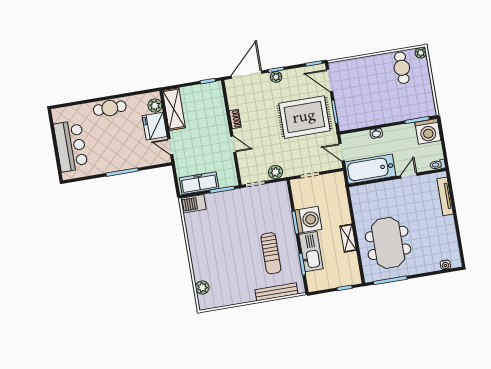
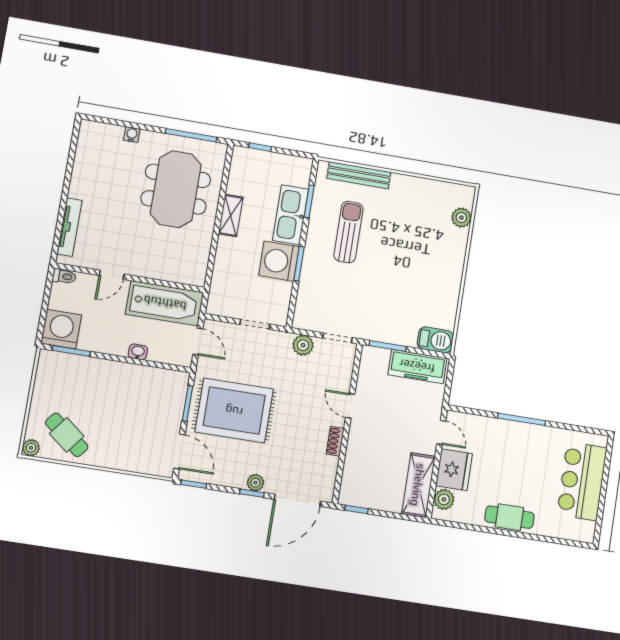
cafe table: (402, 68) -> (67, 435), turned -52
water cooler: (445, 265) -> (132, 135), moved

